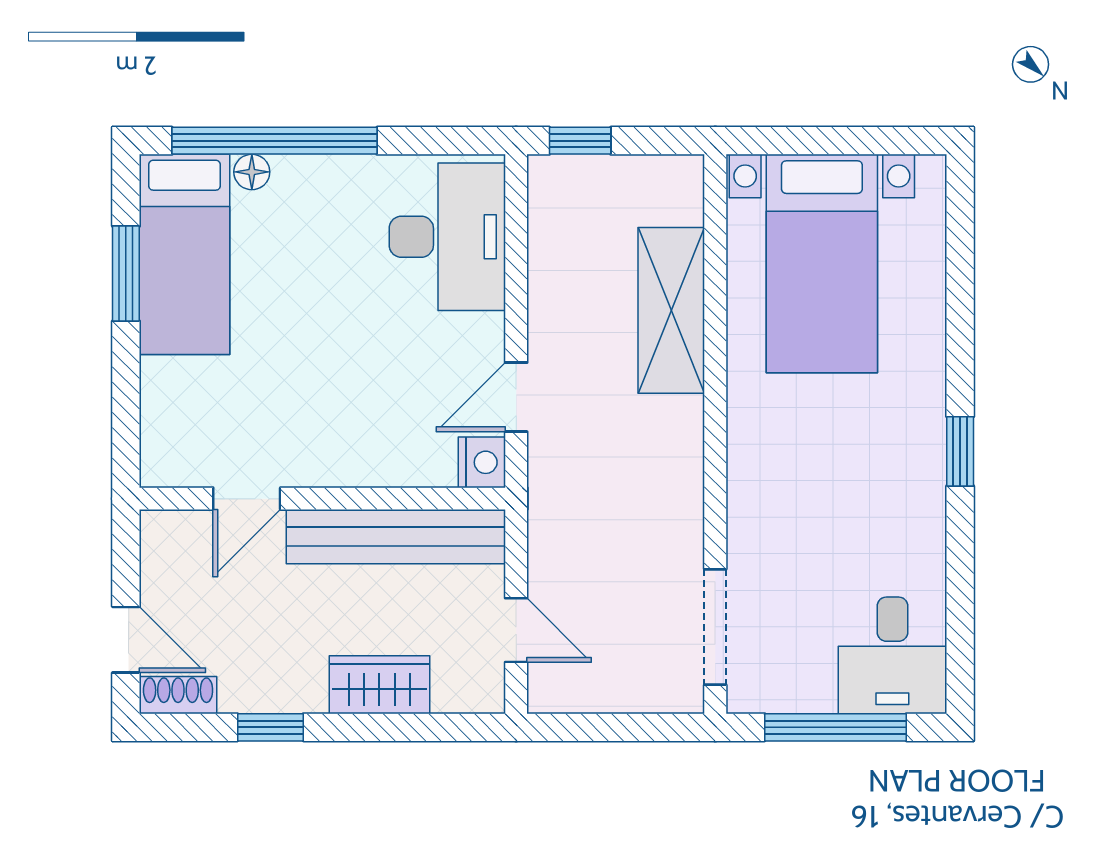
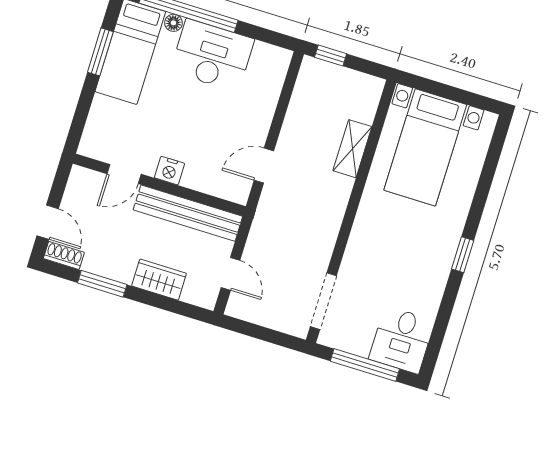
desk: (447, 237) -> (212, 55), moved, turned -90
shelving: (671, 310) -> (352, 149), width x0.67, depth x0.75
nightstand: (482, 462) -> (170, 171), moved, turned 90
window: (270, 727) -> (102, 284), width x1.50

